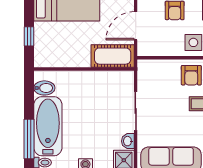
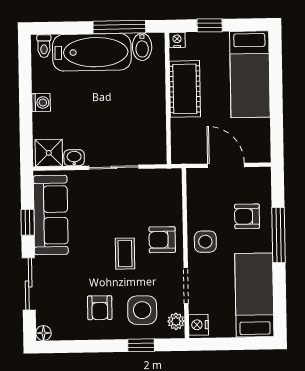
cot: (113, 56) -> (185, 89), moved
nightstand: (40, 61) -> (177, 40), added
window: (29, 139) -> (119, 27), moved

